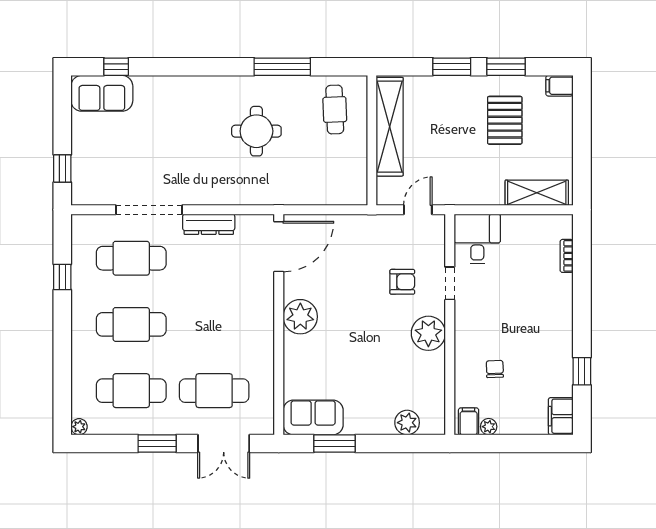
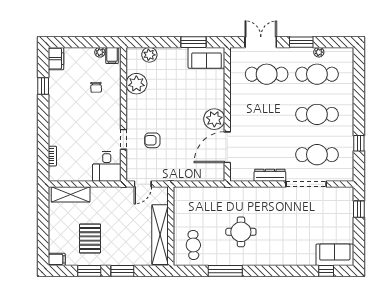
door: (279, 247) -> (227, 147), moved
plant: (428, 333) -> (136, 84), moved
plant: (79, 427) -> (319, 52), moved

